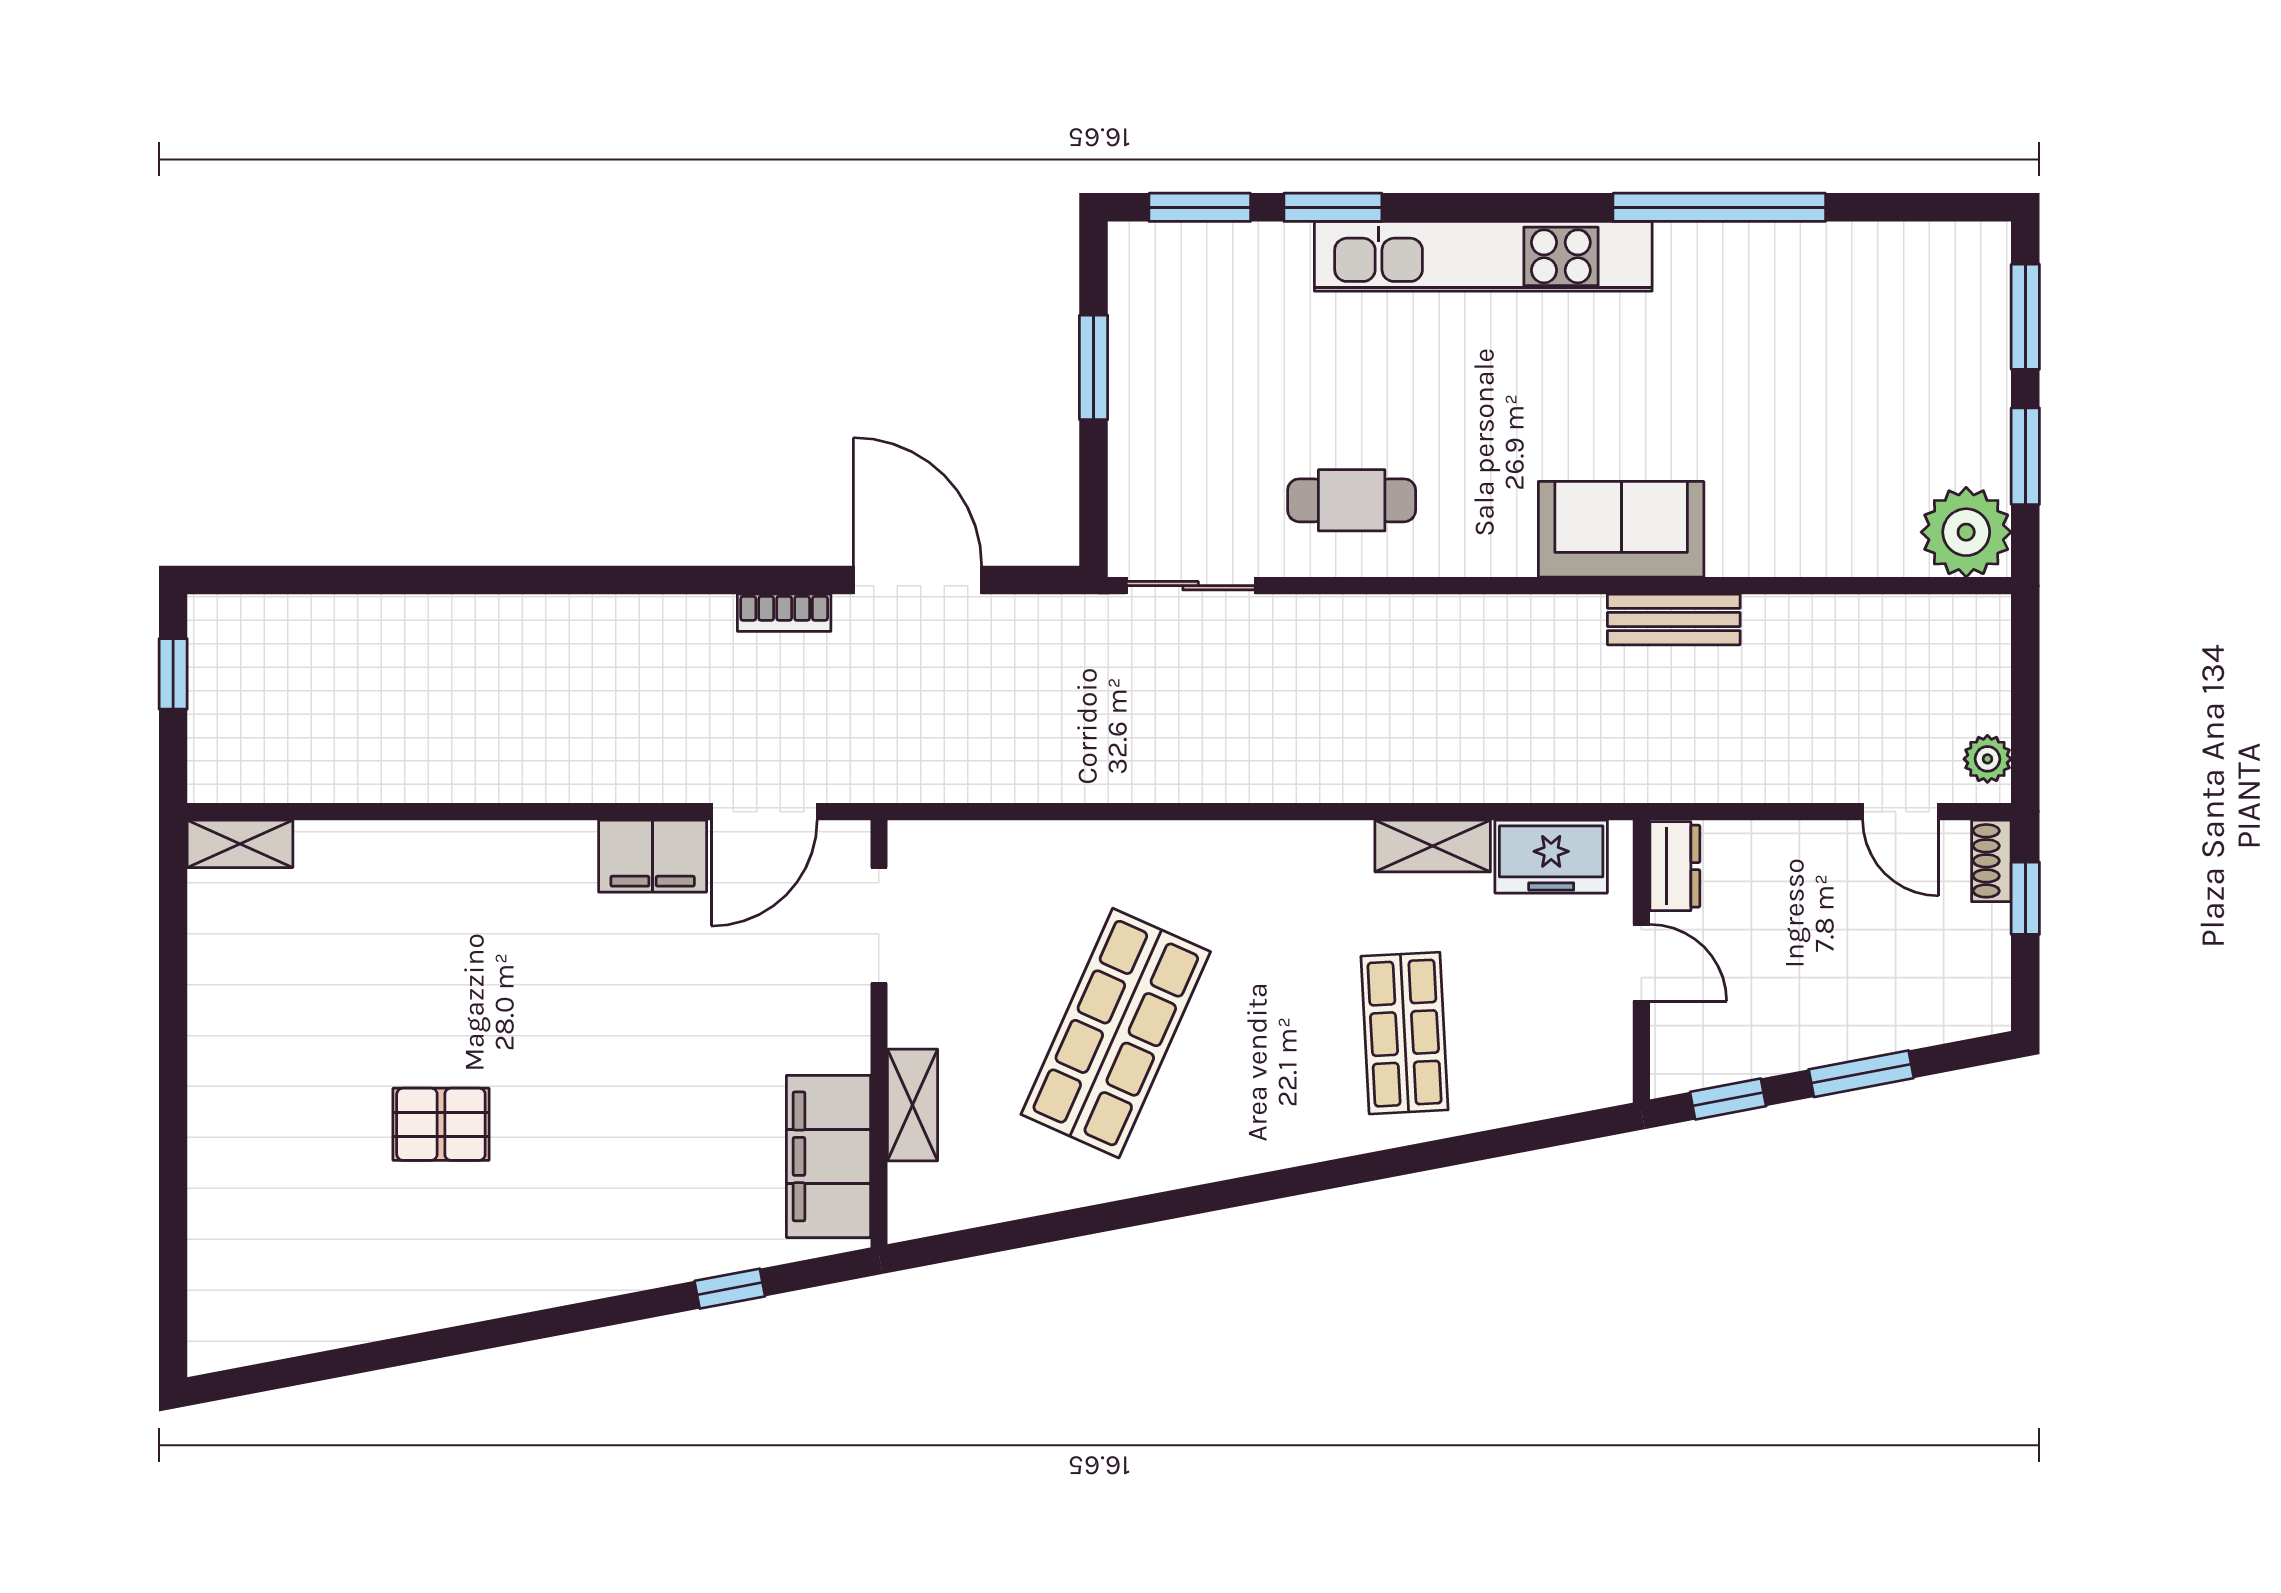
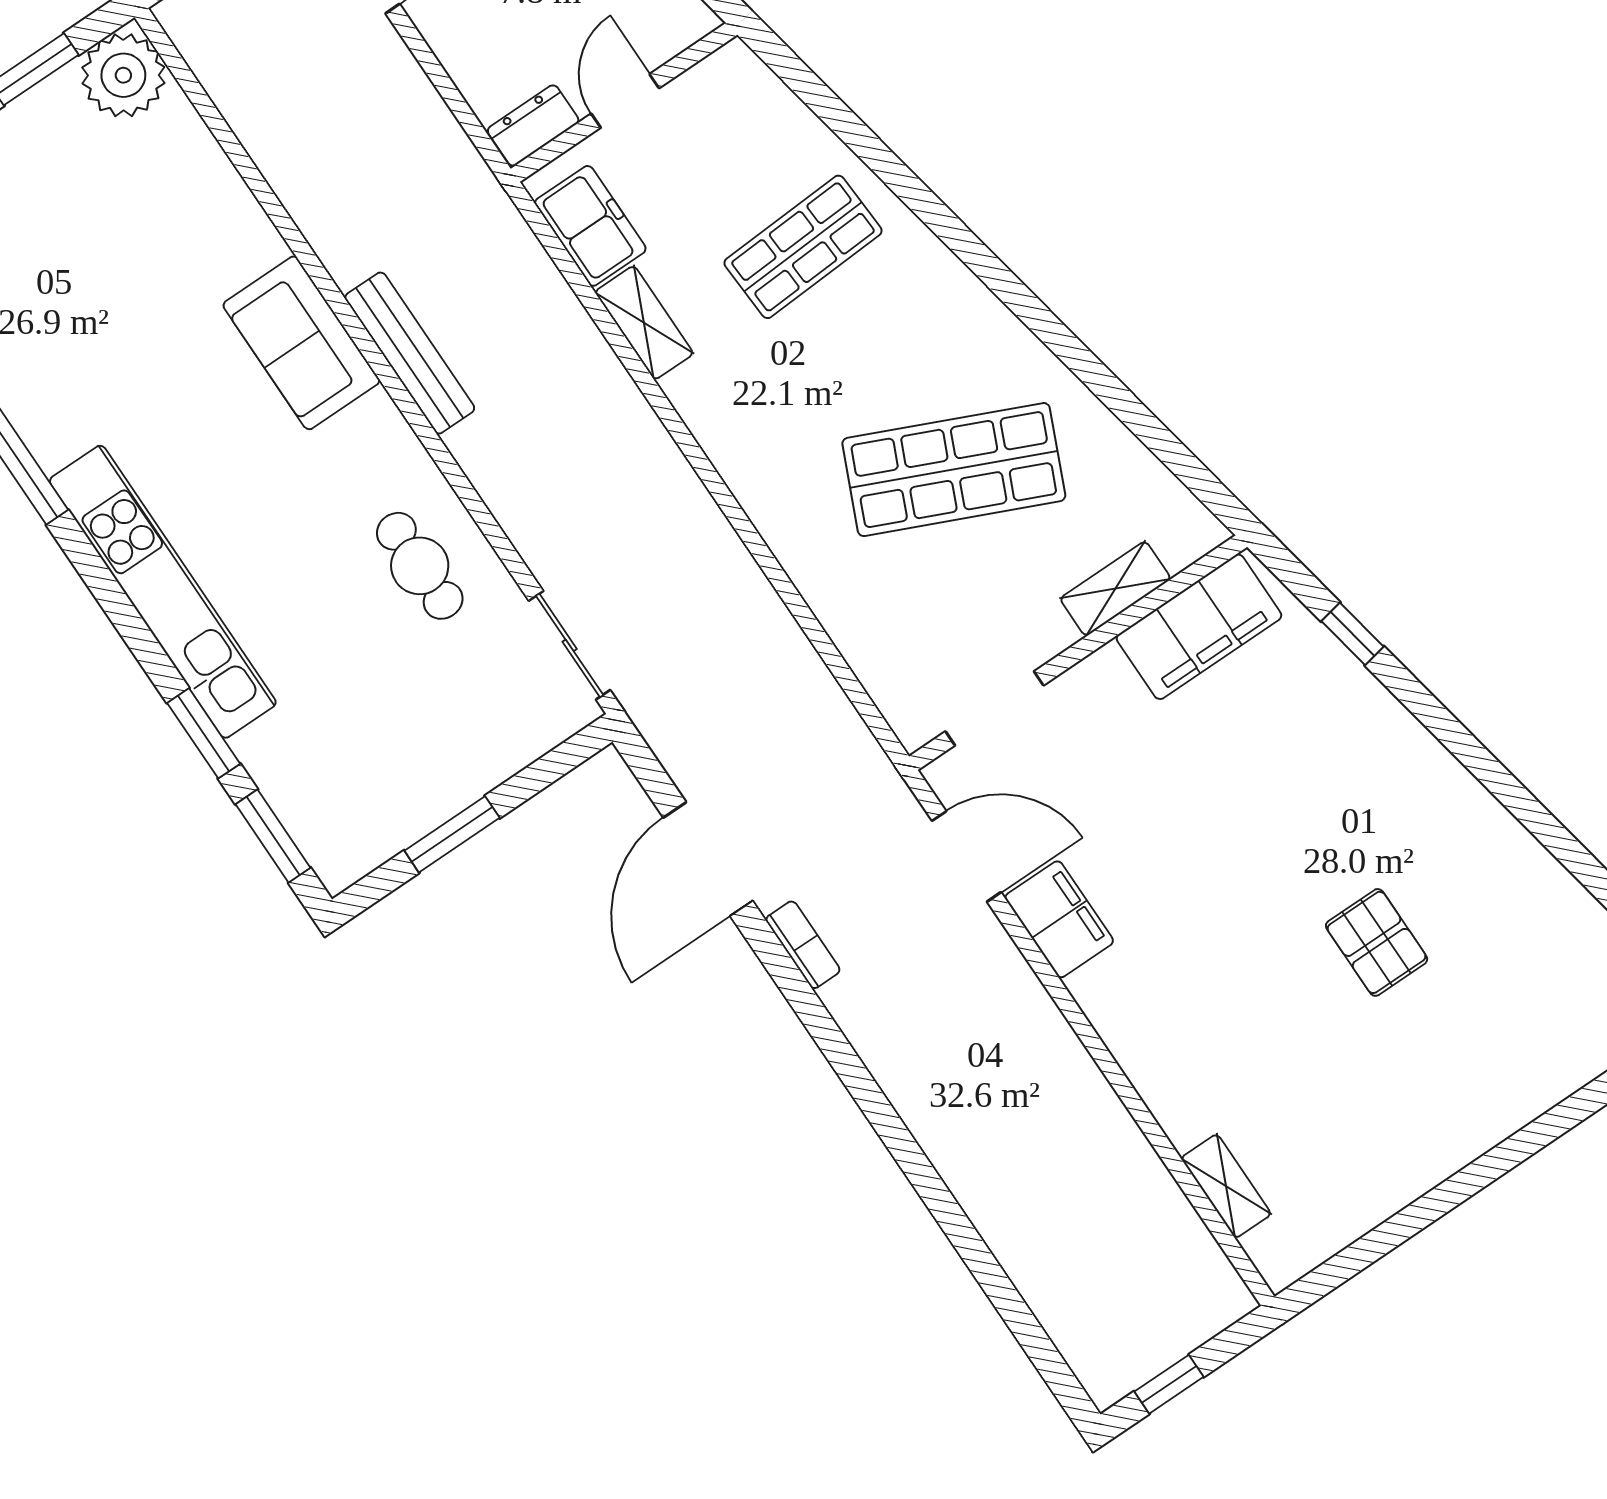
bench: (1674, 619) -> (410, 353), moved, width x1.36
shelving: (240, 844) -> (1226, 1186), moved

